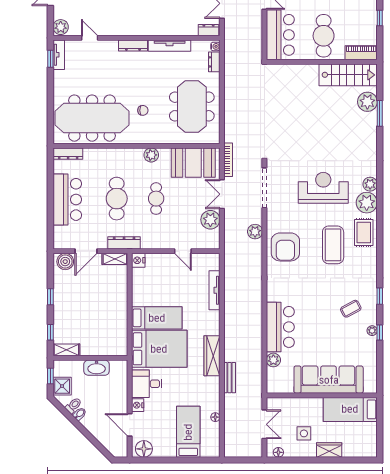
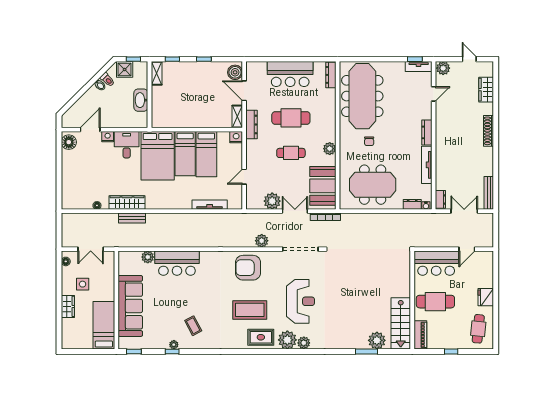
window: (380, 296) -> (134, 351), moved
wardrobe: (212, 356) -> (127, 202), moved
bed: (188, 432) -> (206, 154), moved, turned 90

